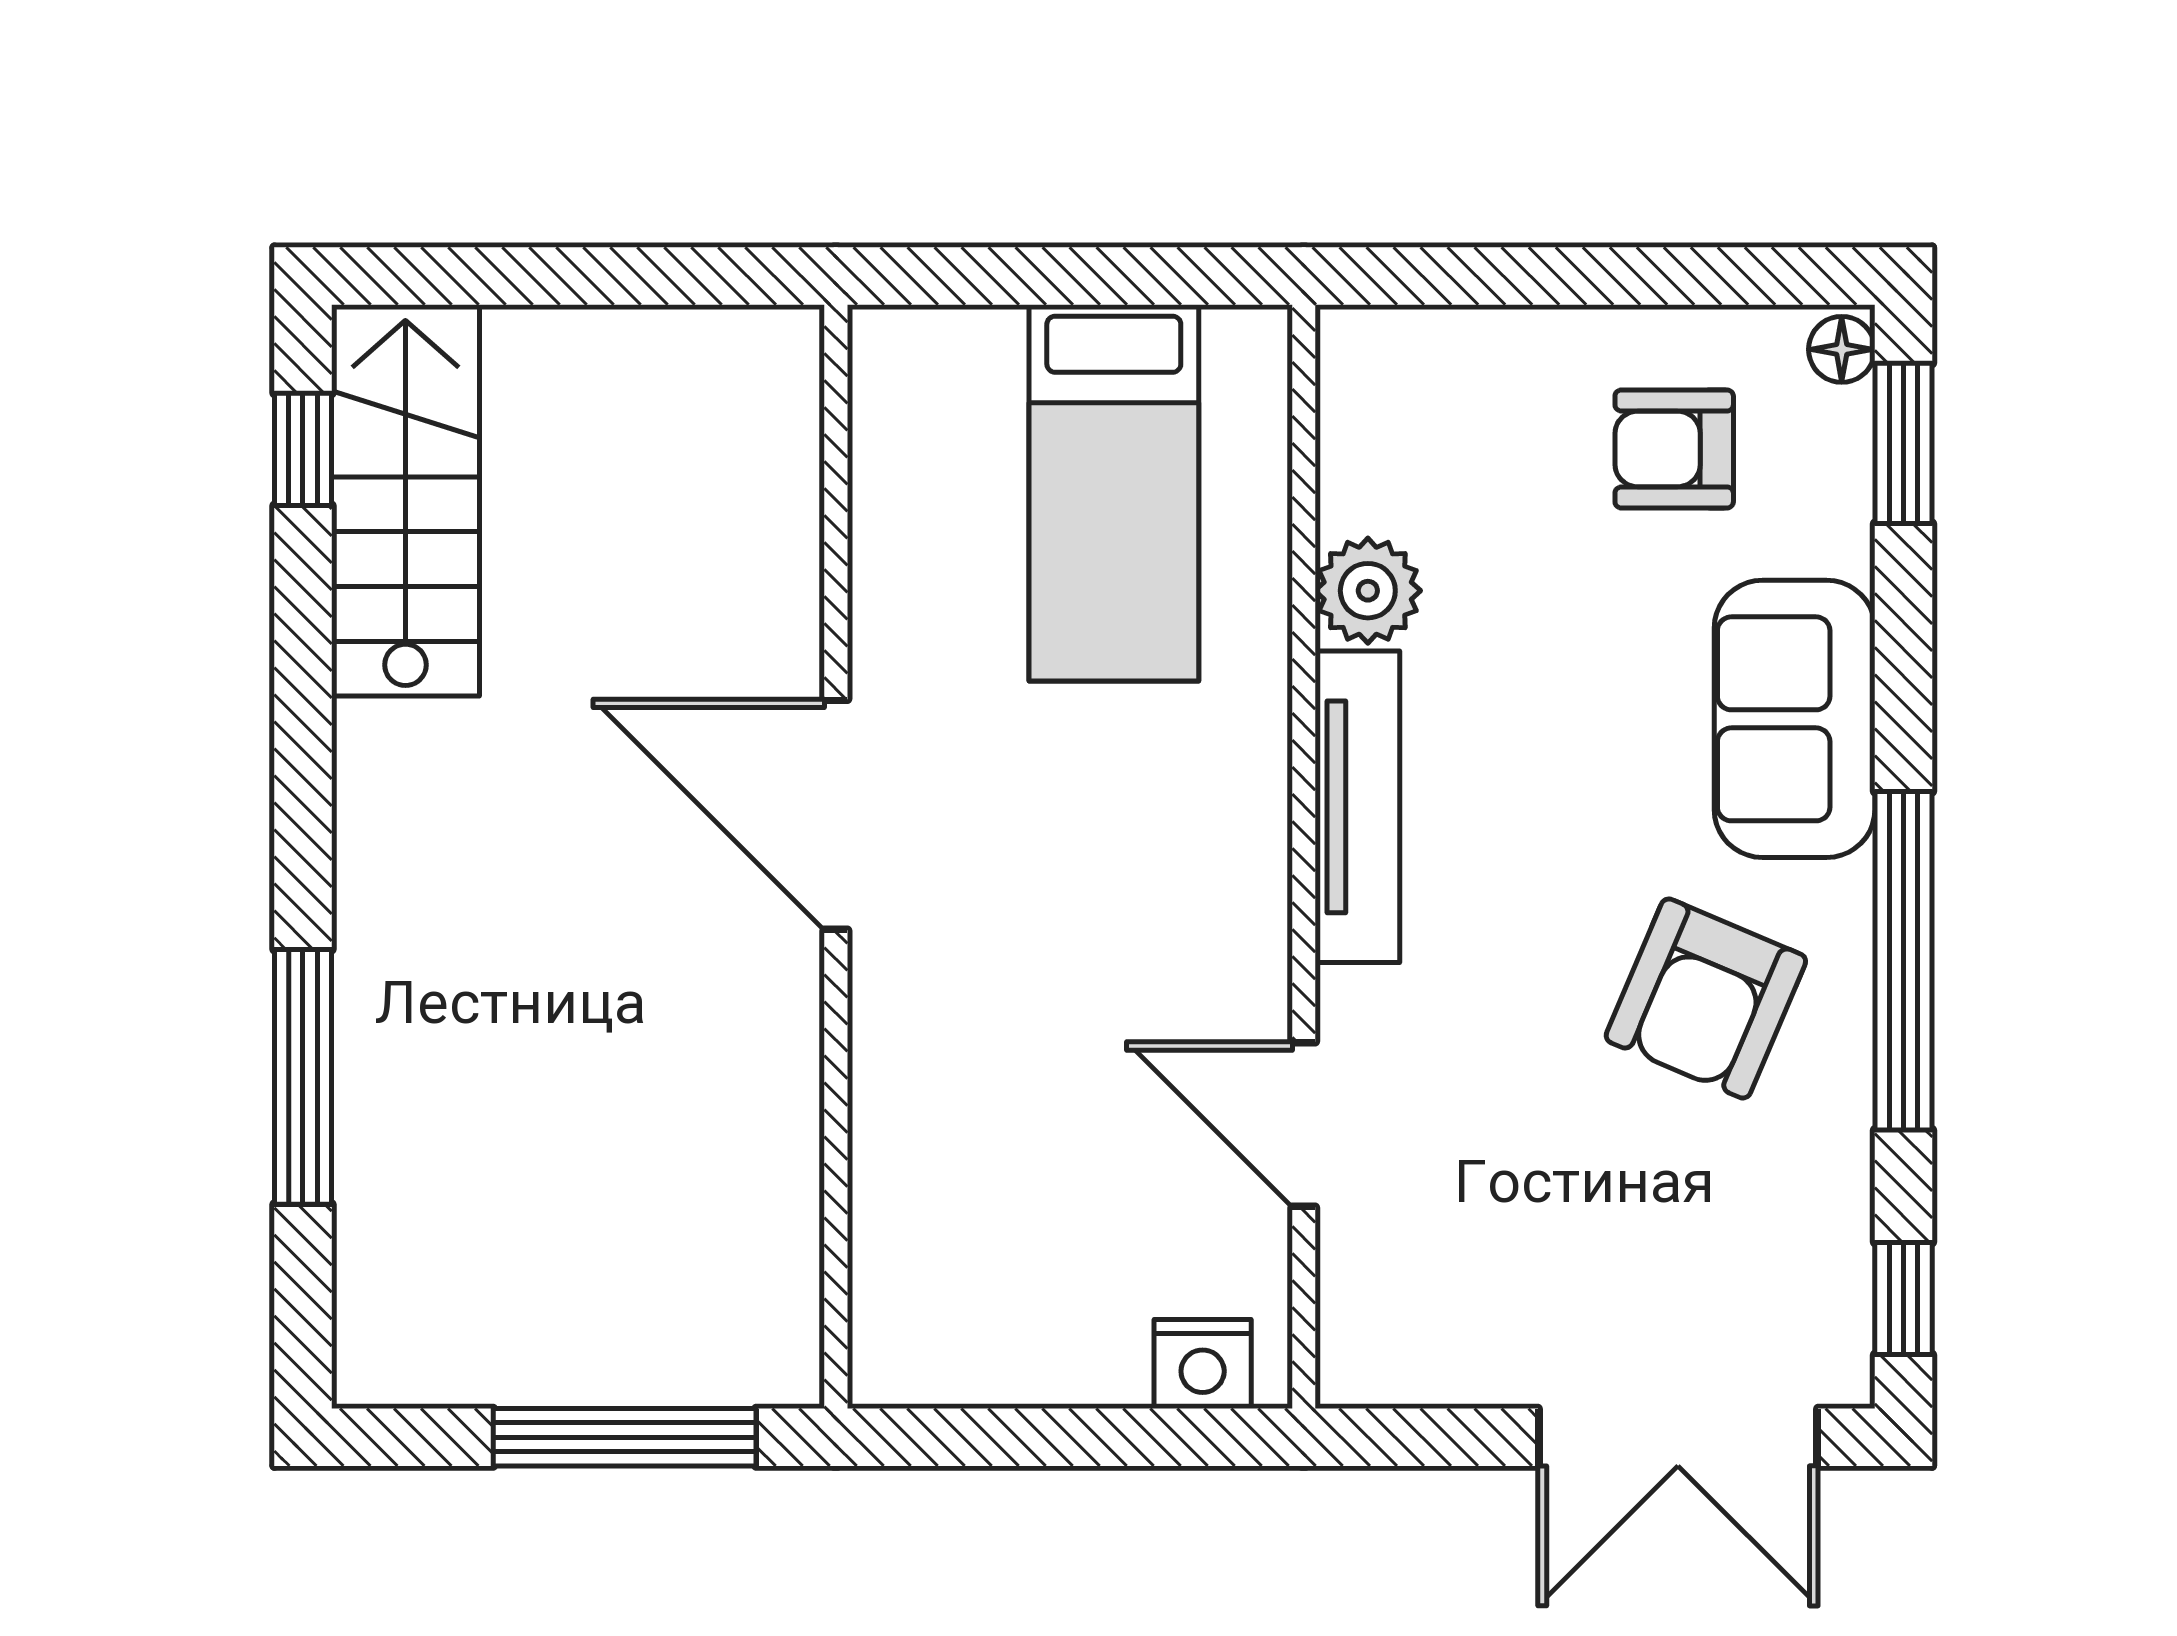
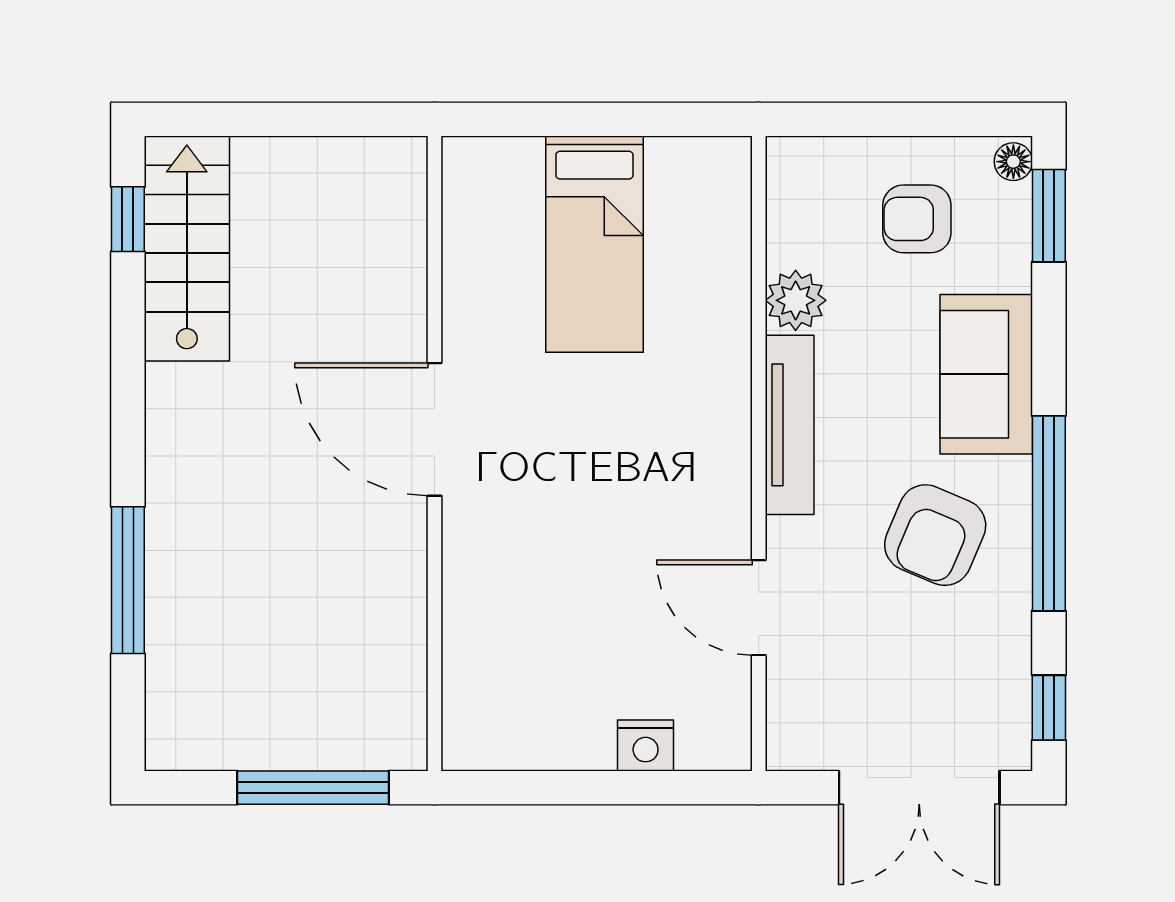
plant: (1368, 591) -> (796, 300), moved
tv unit: (1357, 807) -> (790, 425), moved
wall: (1304, 857) -> (759, 454), moved
door: (1304, 1125) -> (759, 608), moved

